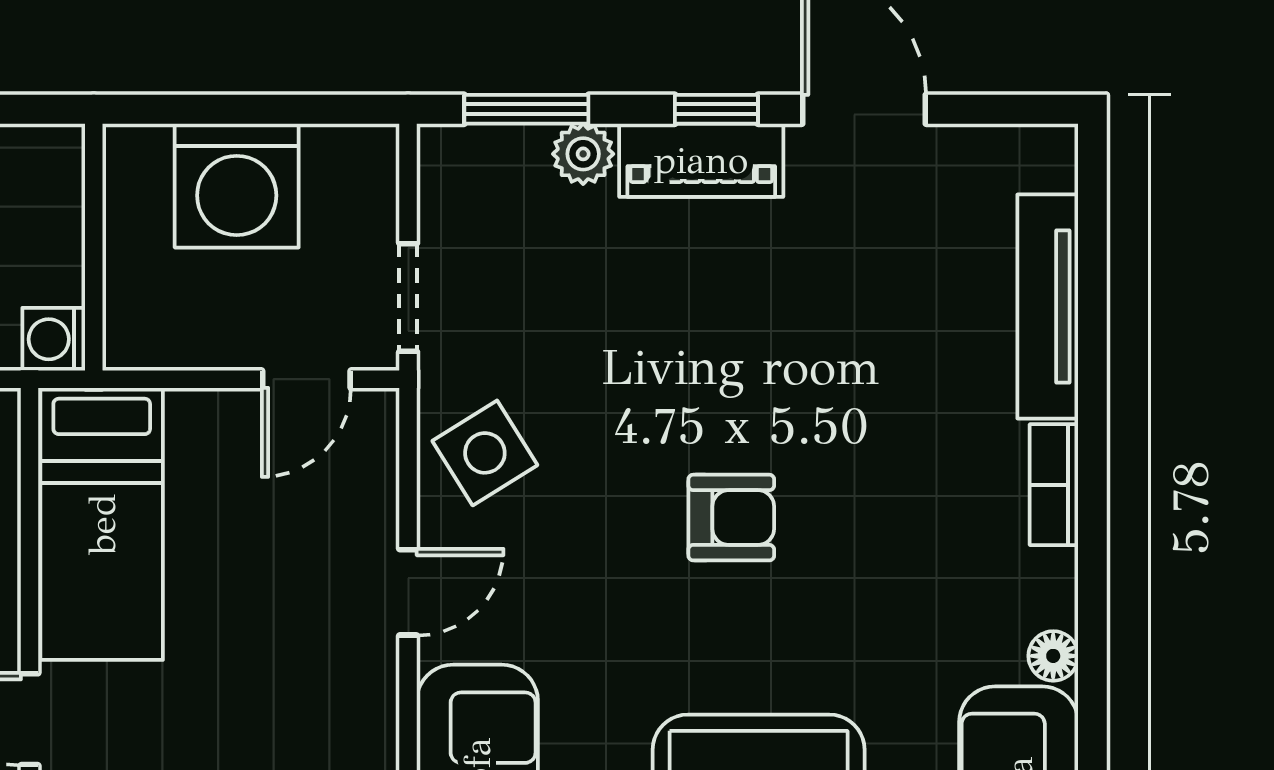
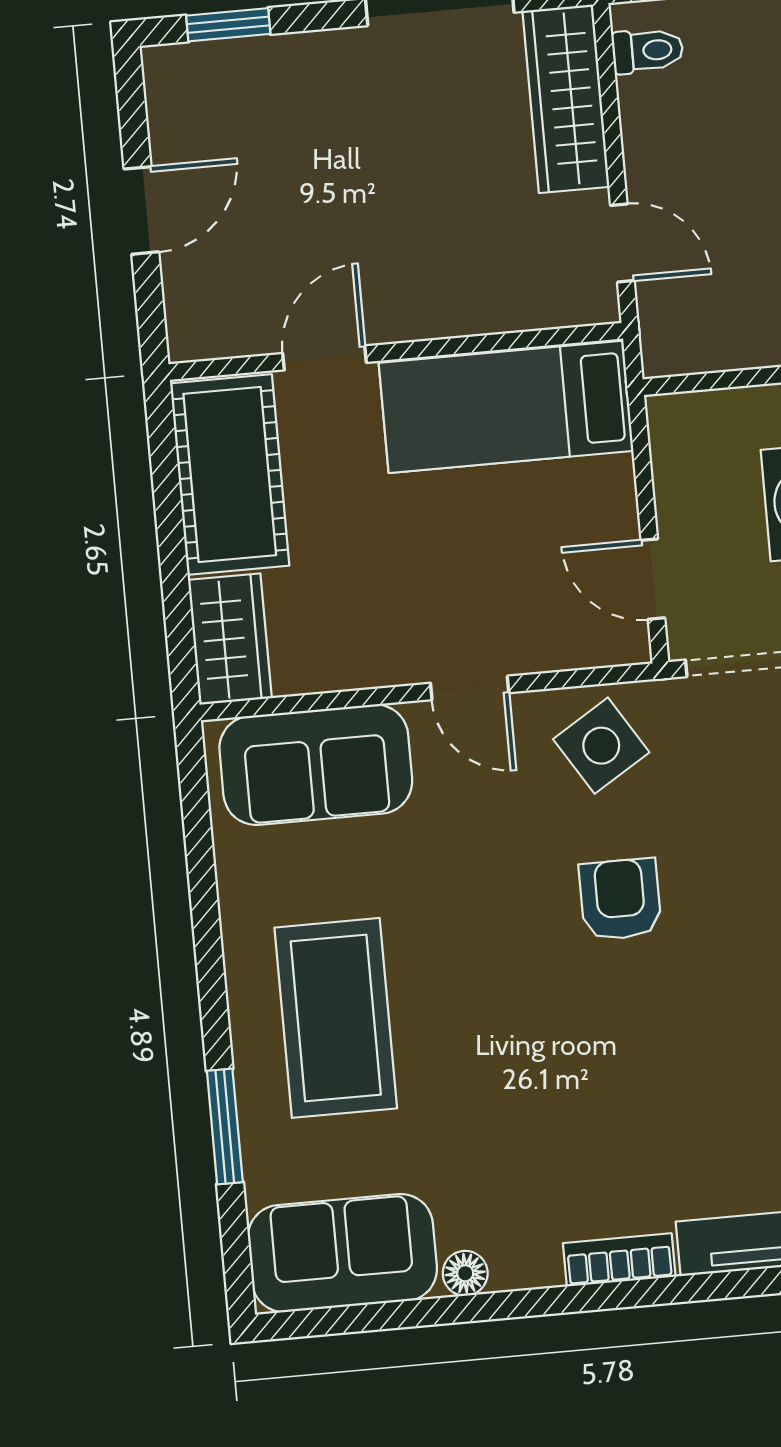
washing machine: (54, 339) -> (668, 349), removed
armchair: (731, 518) -> (620, 899), moved, turned 180

